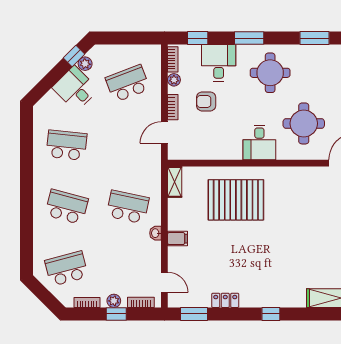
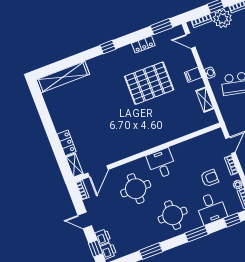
shelving: (175, 182) -> (205, 100), moved
pallet: (236, 200) -> (149, 83), moved
plant: (114, 301) -> (222, 19), width x1.88, depth x1.88

